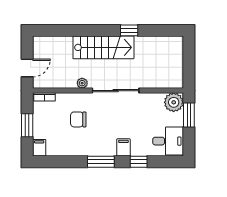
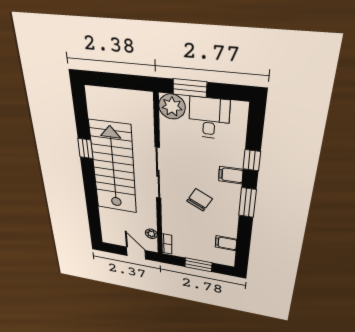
stairs: (103, 47) -> (113, 168), width x1.36, depth x1.51
plant: (82, 83) -> (151, 234), moved
chair: (78, 119) -> (200, 200), moved, turned -152
desk: (168, 141) -> (209, 118), moved
filing cabinet: (39, 148) -> (226, 243), moved

